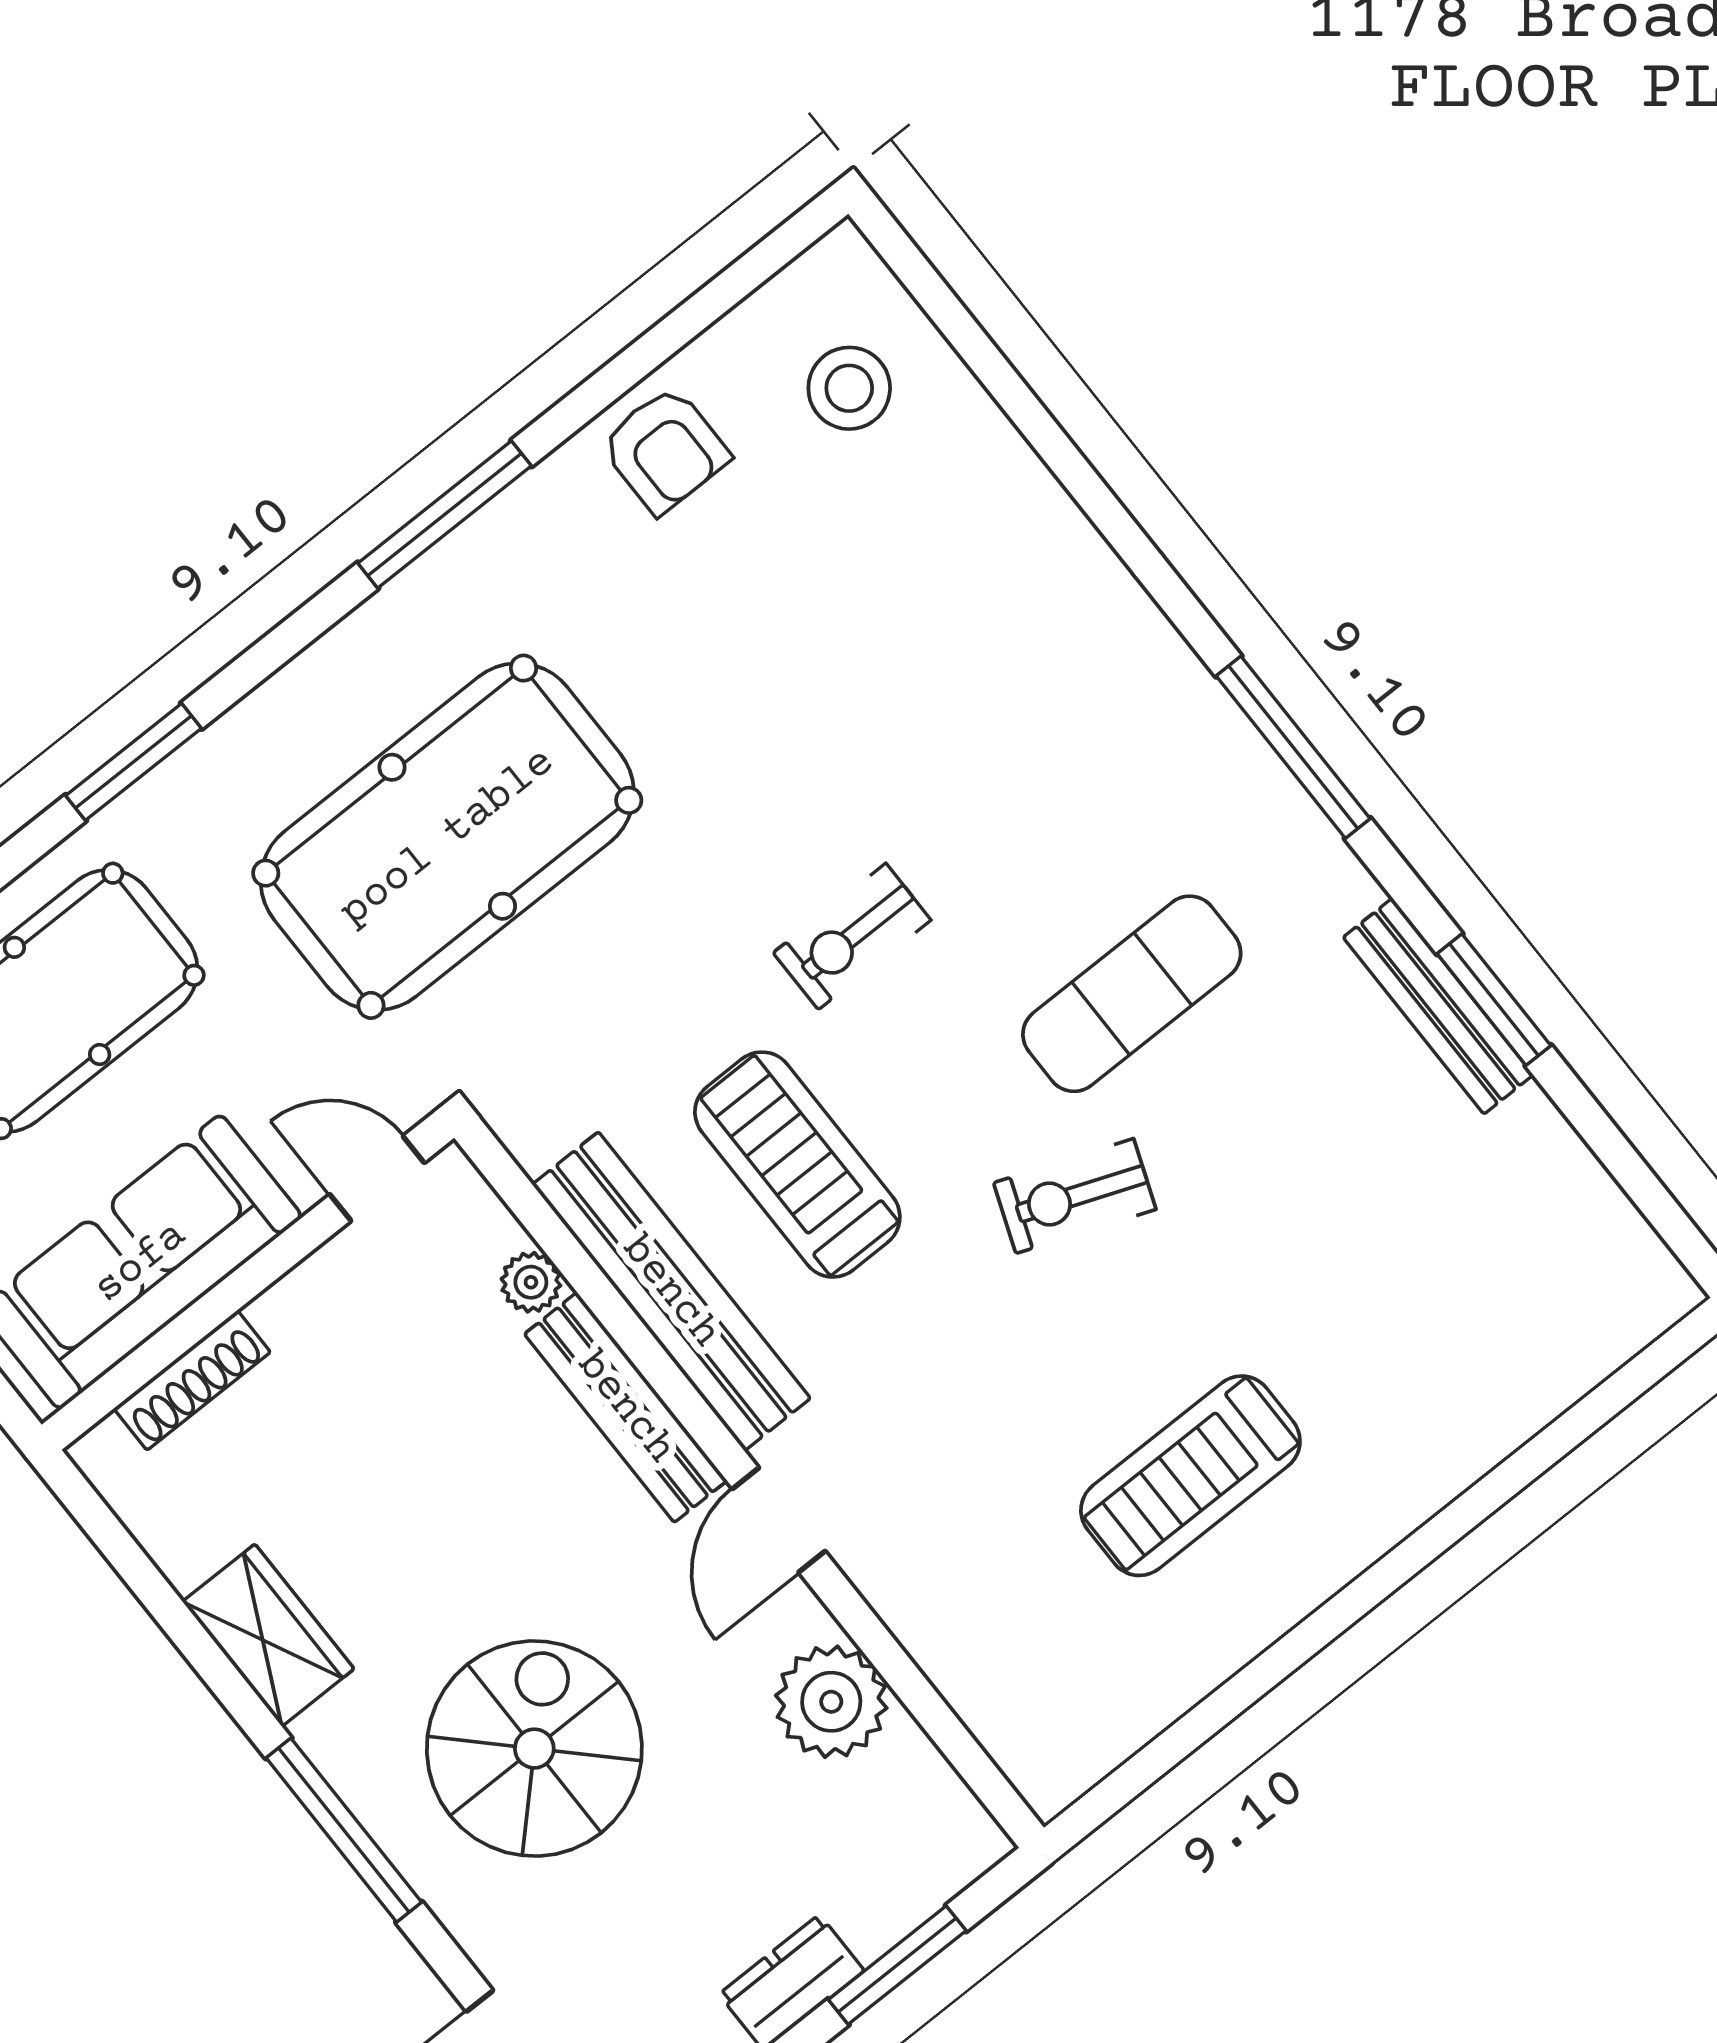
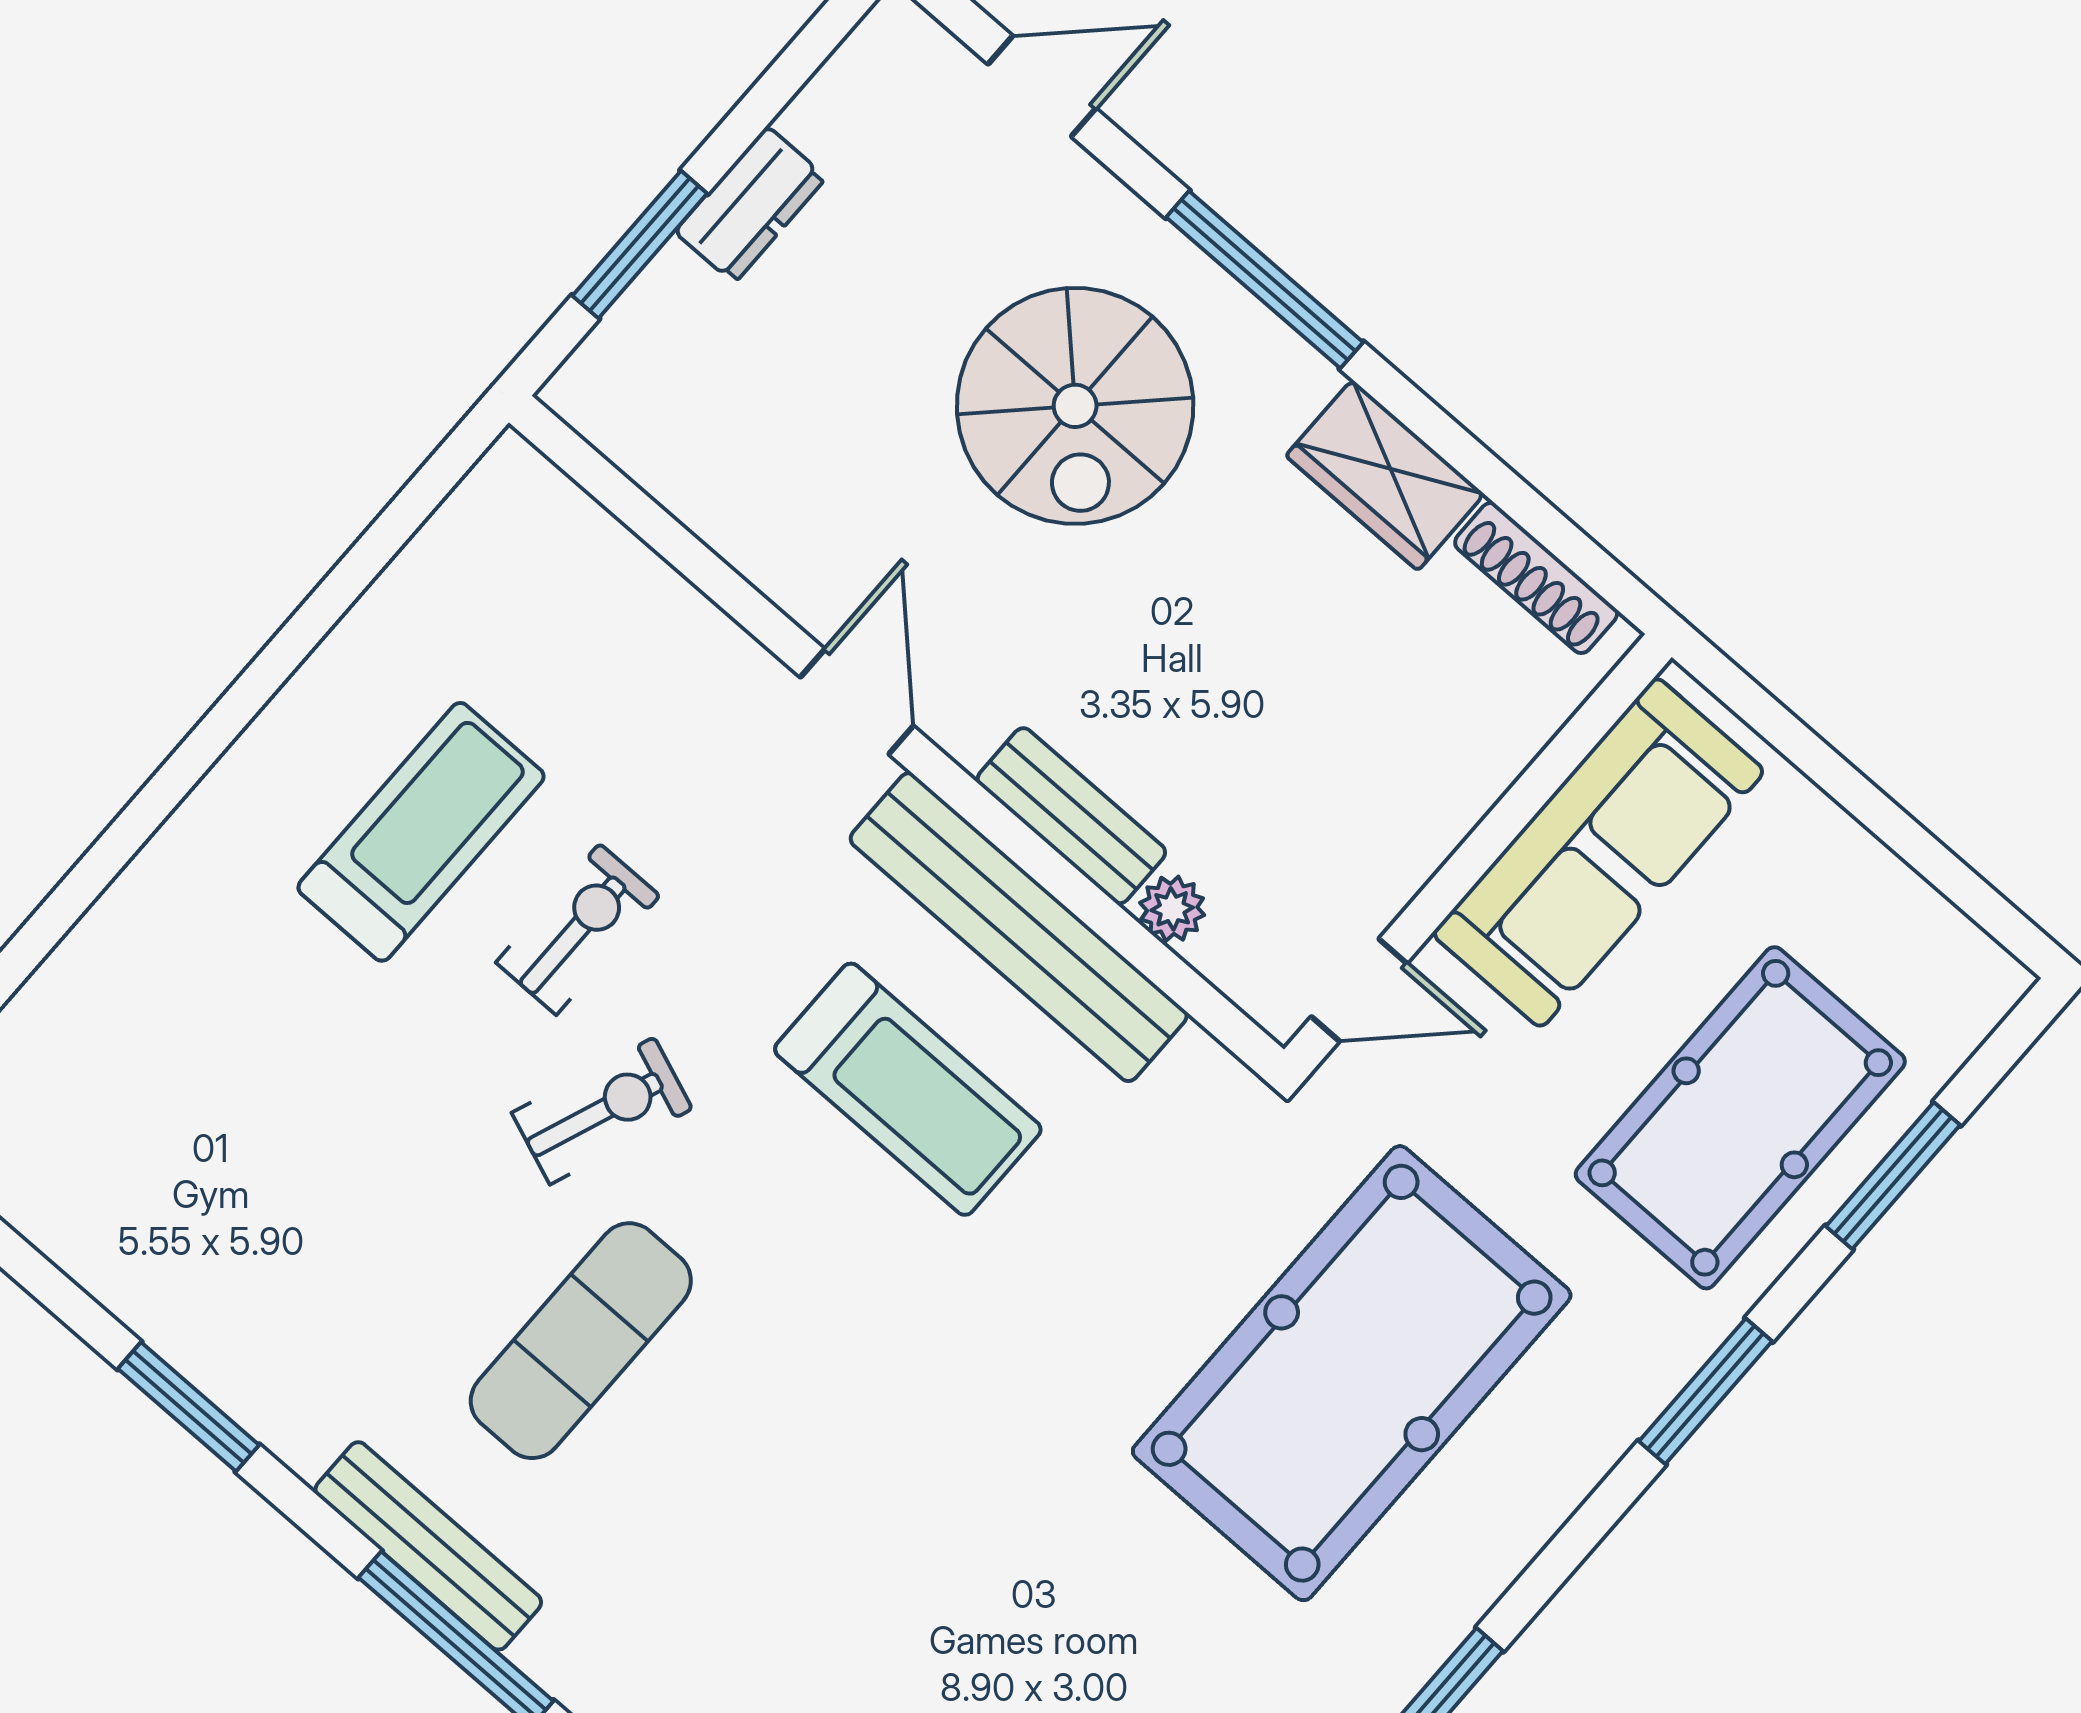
exercise bike: (852, 936) -> (578, 929), moved
bench: (1438, 1006) -> (428, 1546), moved
shoe rack: (192, 1380) -> (1536, 578), moved, turned -90
bench: (626, 1407) -> (1071, 816), width x0.73
plant: (831, 1702) -> (764, 516), removed

